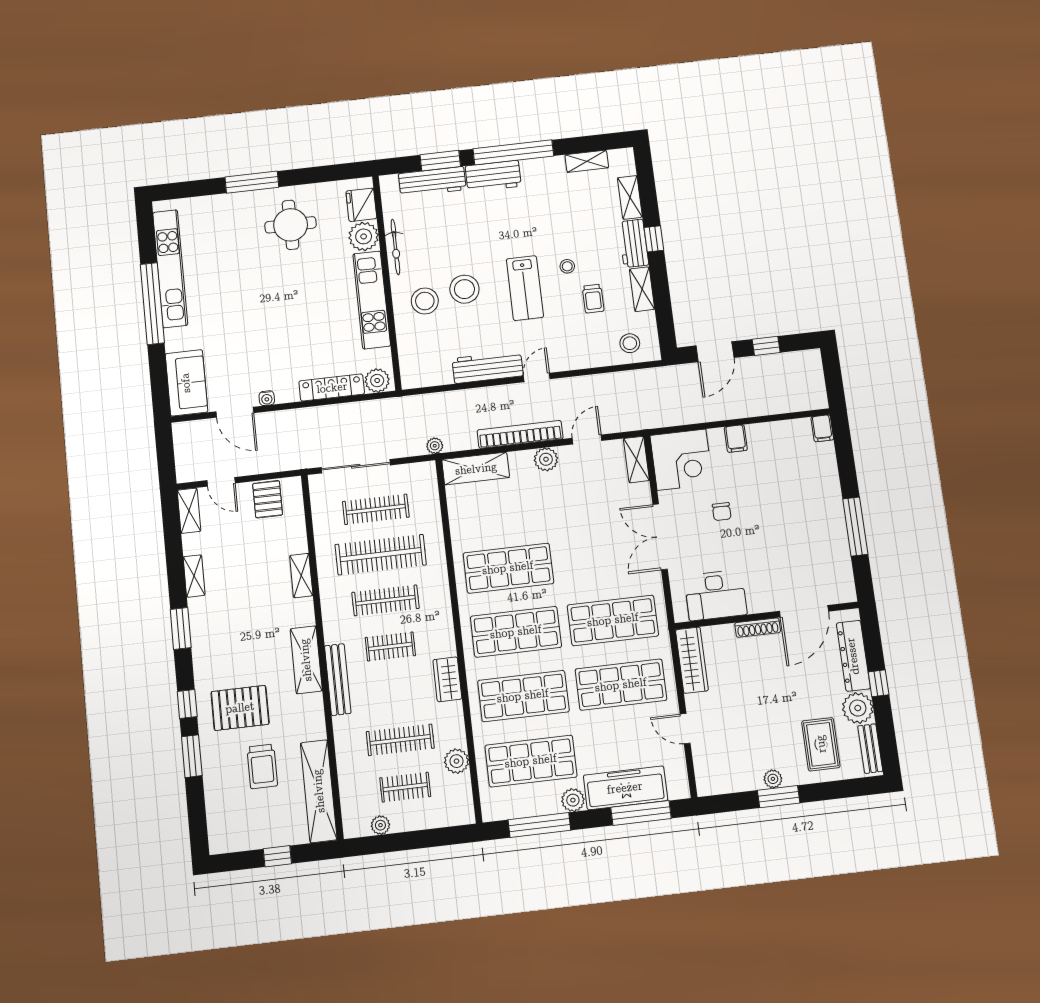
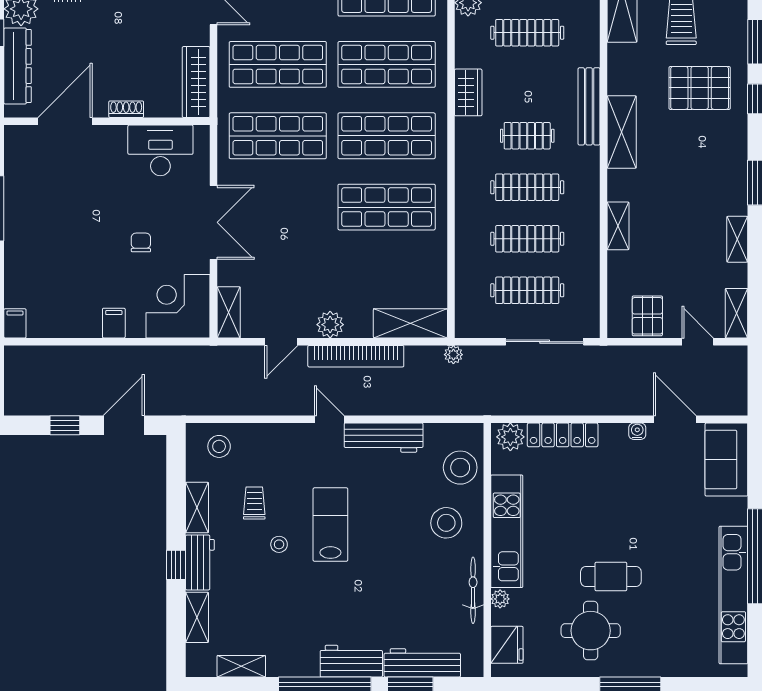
plant: (364, 236) -> (500, 599), width x0.53, depth x0.53
cafe table: (278, 272) -> (611, 577), added
stool: (464, 289) -> (460, 468), moved
door: (537, 377) -> (329, 419), swing flipped
clothes rail: (381, 555) -> (527, 239), width x0.73, depth x0.76
shoe rack: (758, 628) -> (126, 109), width x0.70

